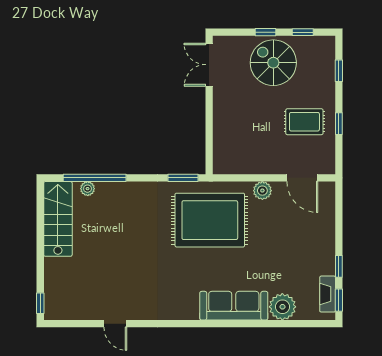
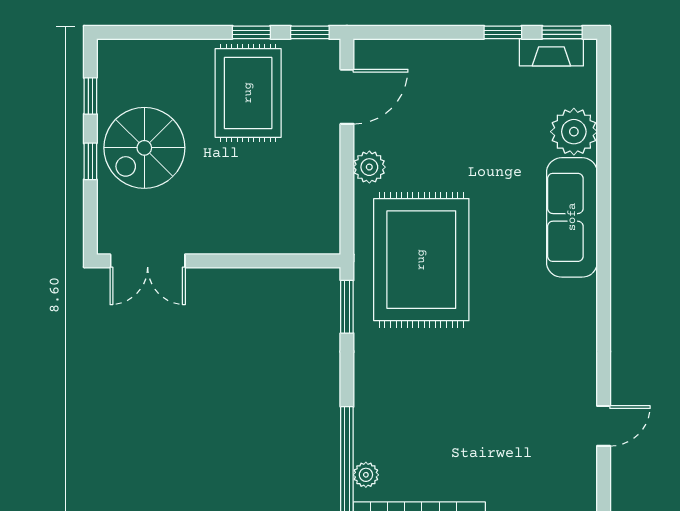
window: (339, 71) -> (310, 32), moved
rug: (304, 122) -> (248, 93), width x1.36, depth x1.43

